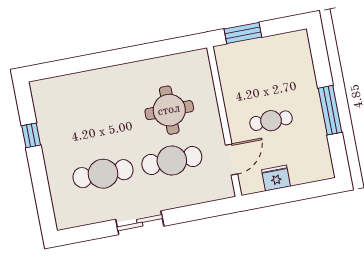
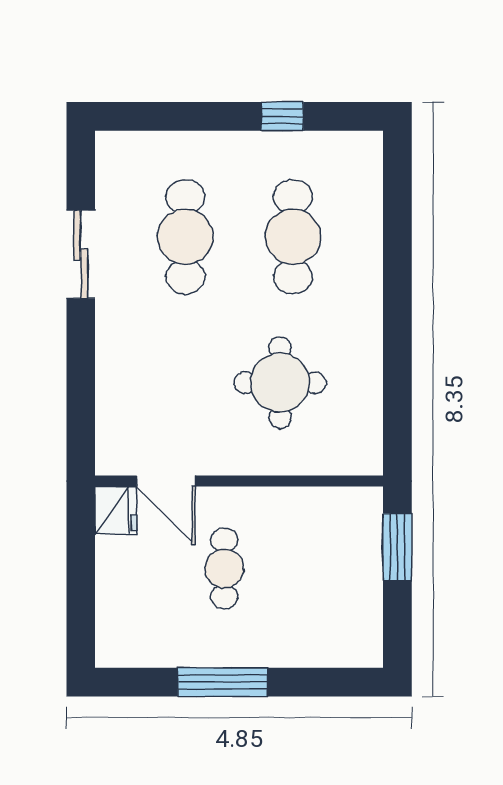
cafe table: (172, 161) -> (293, 237), moved
fridge: (276, 178) -> (116, 510), moved
sliding door: (140, 223) -> (81, 254), moved

